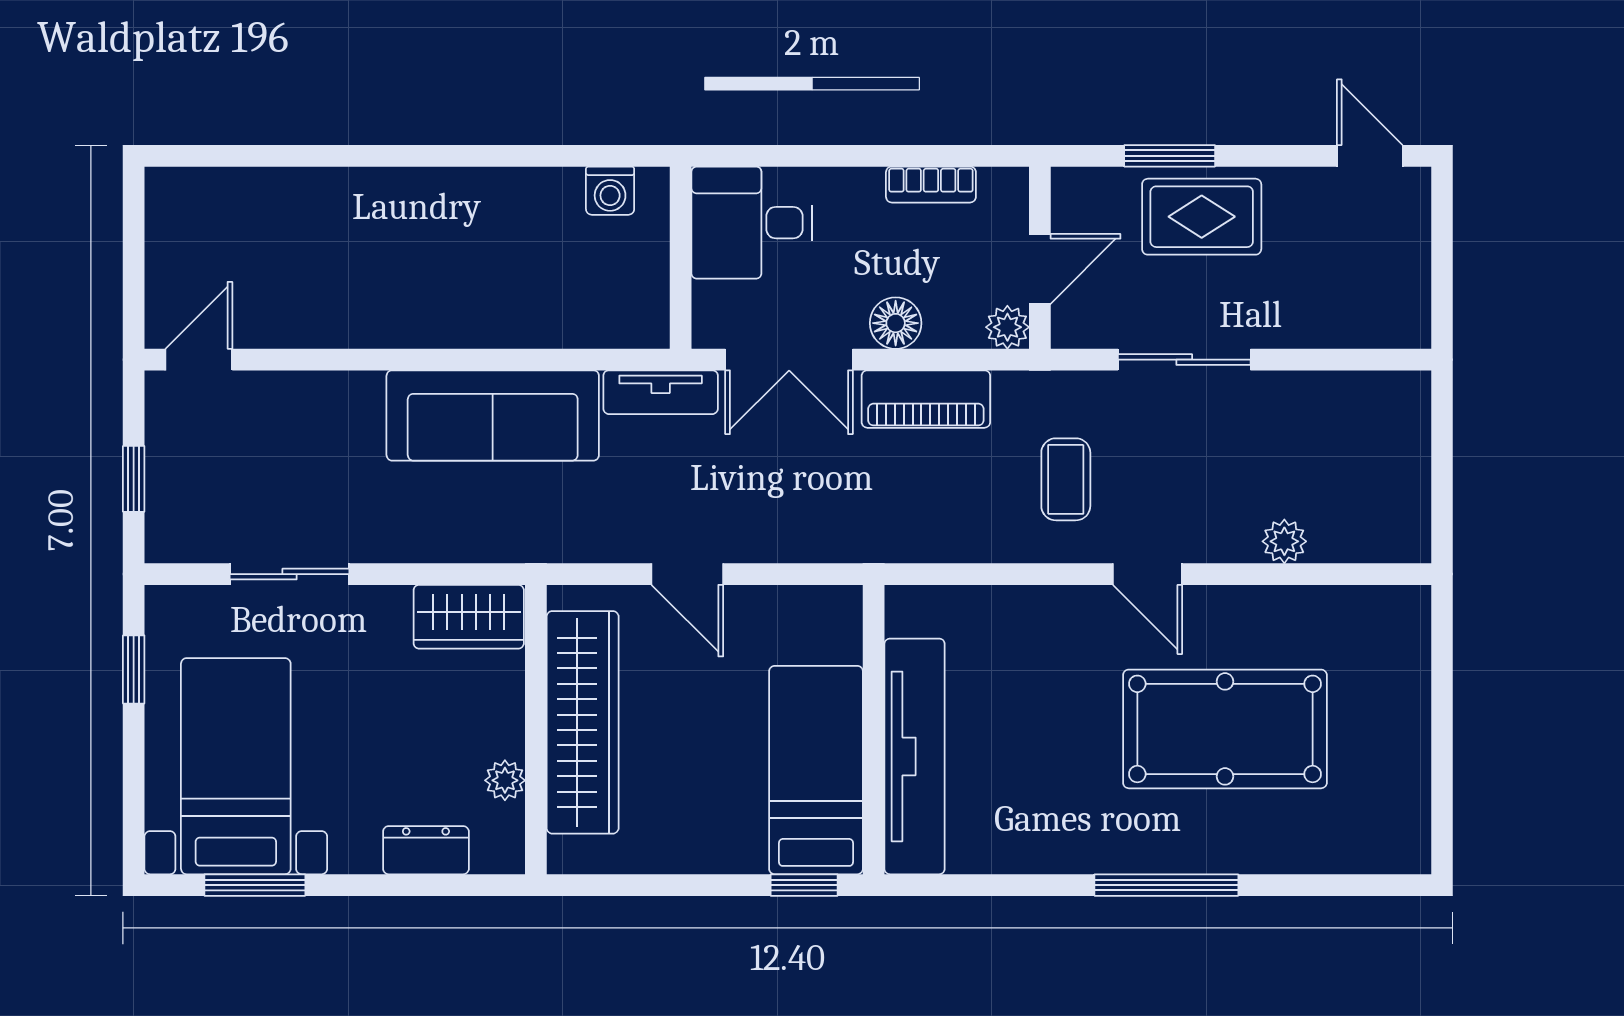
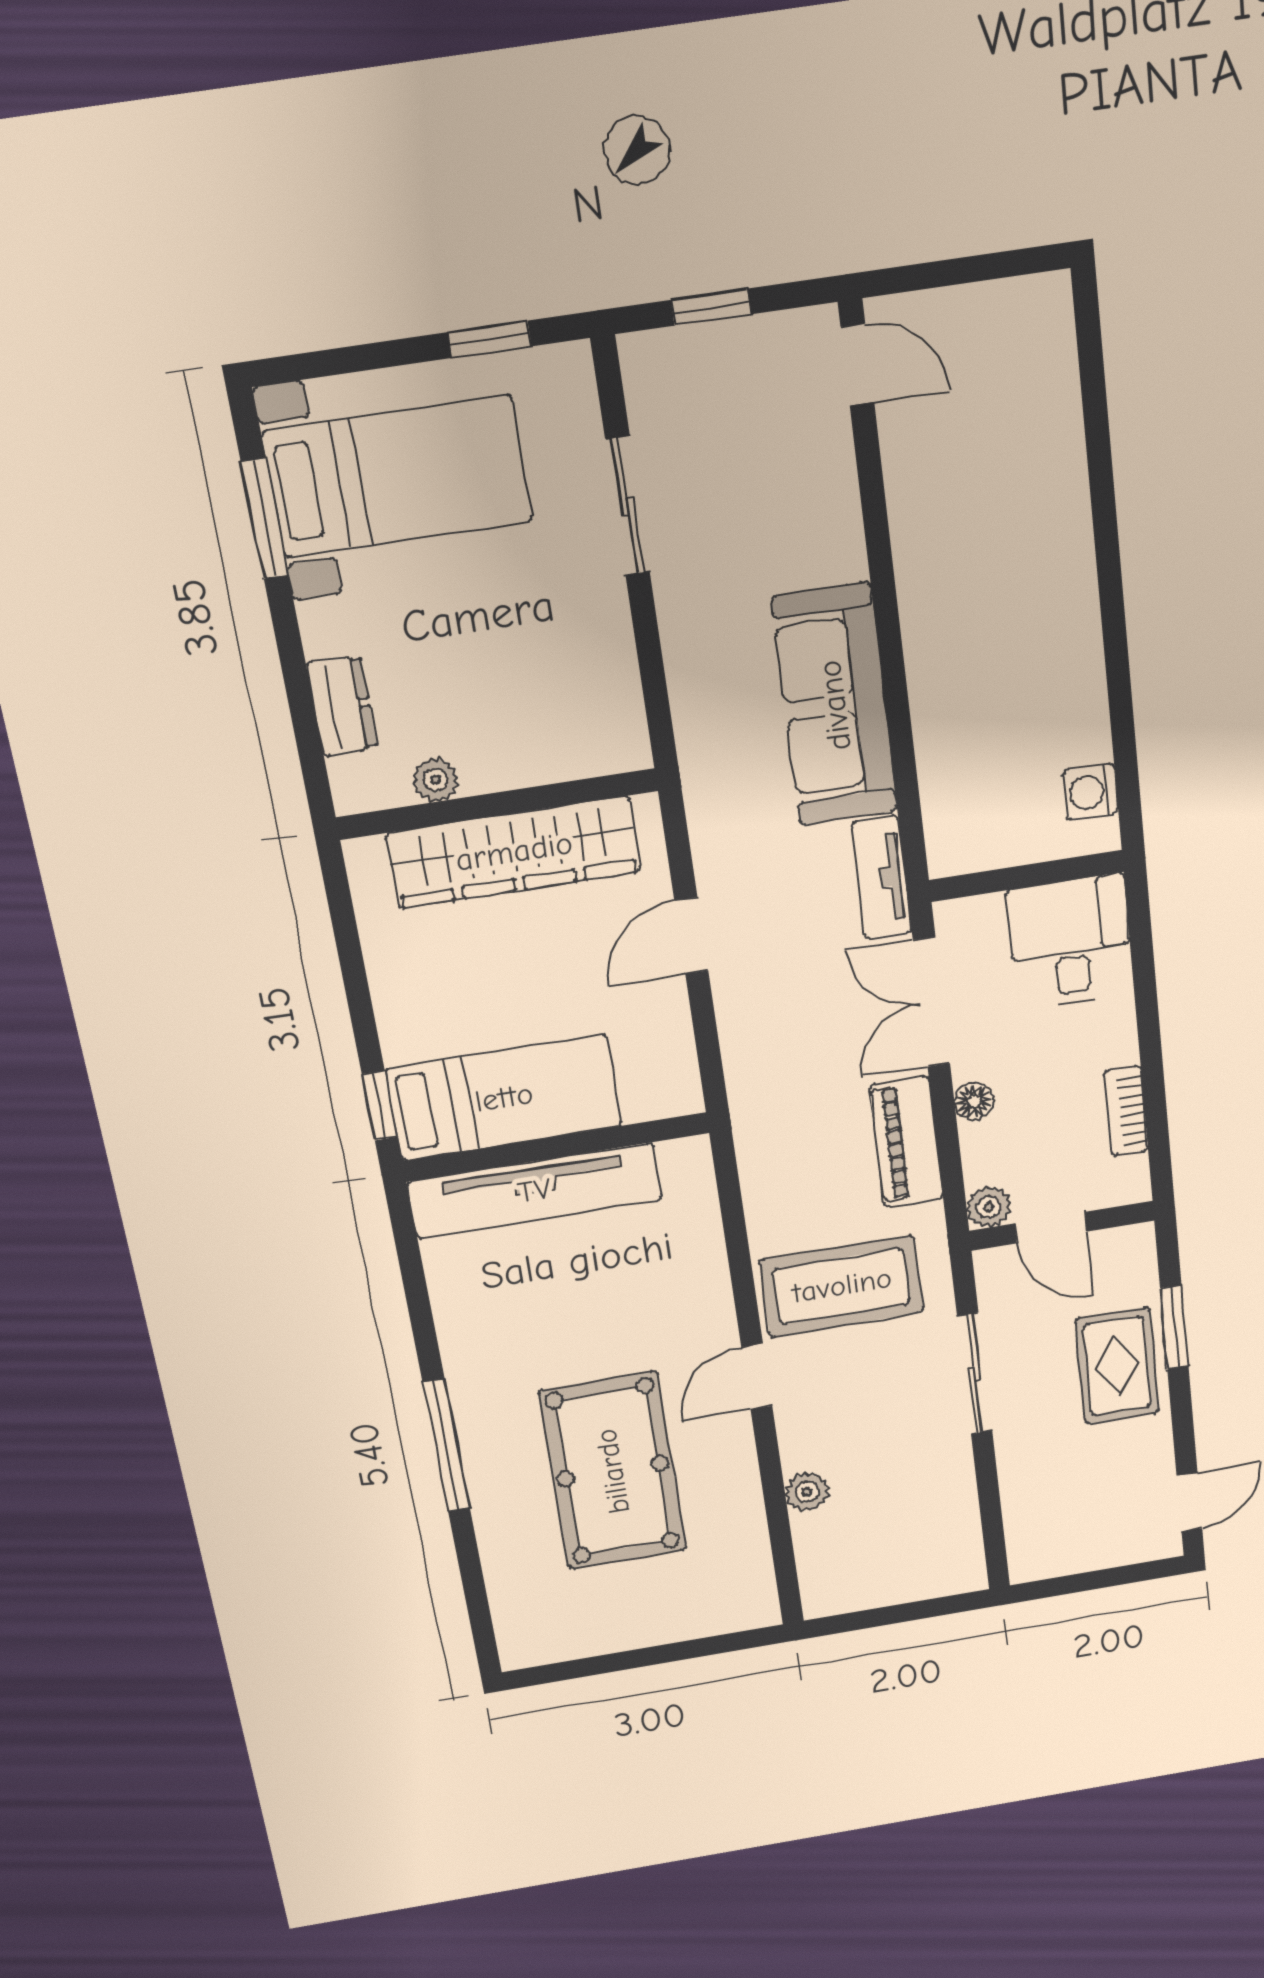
floor lamp: (896, 323) -> (974, 1101), width x0.73, depth x0.73
coffee table: (1066, 479) -> (842, 1286), width x1.86, depth x1.72
wardrobe: (469, 617) -> (610, 713), removed

